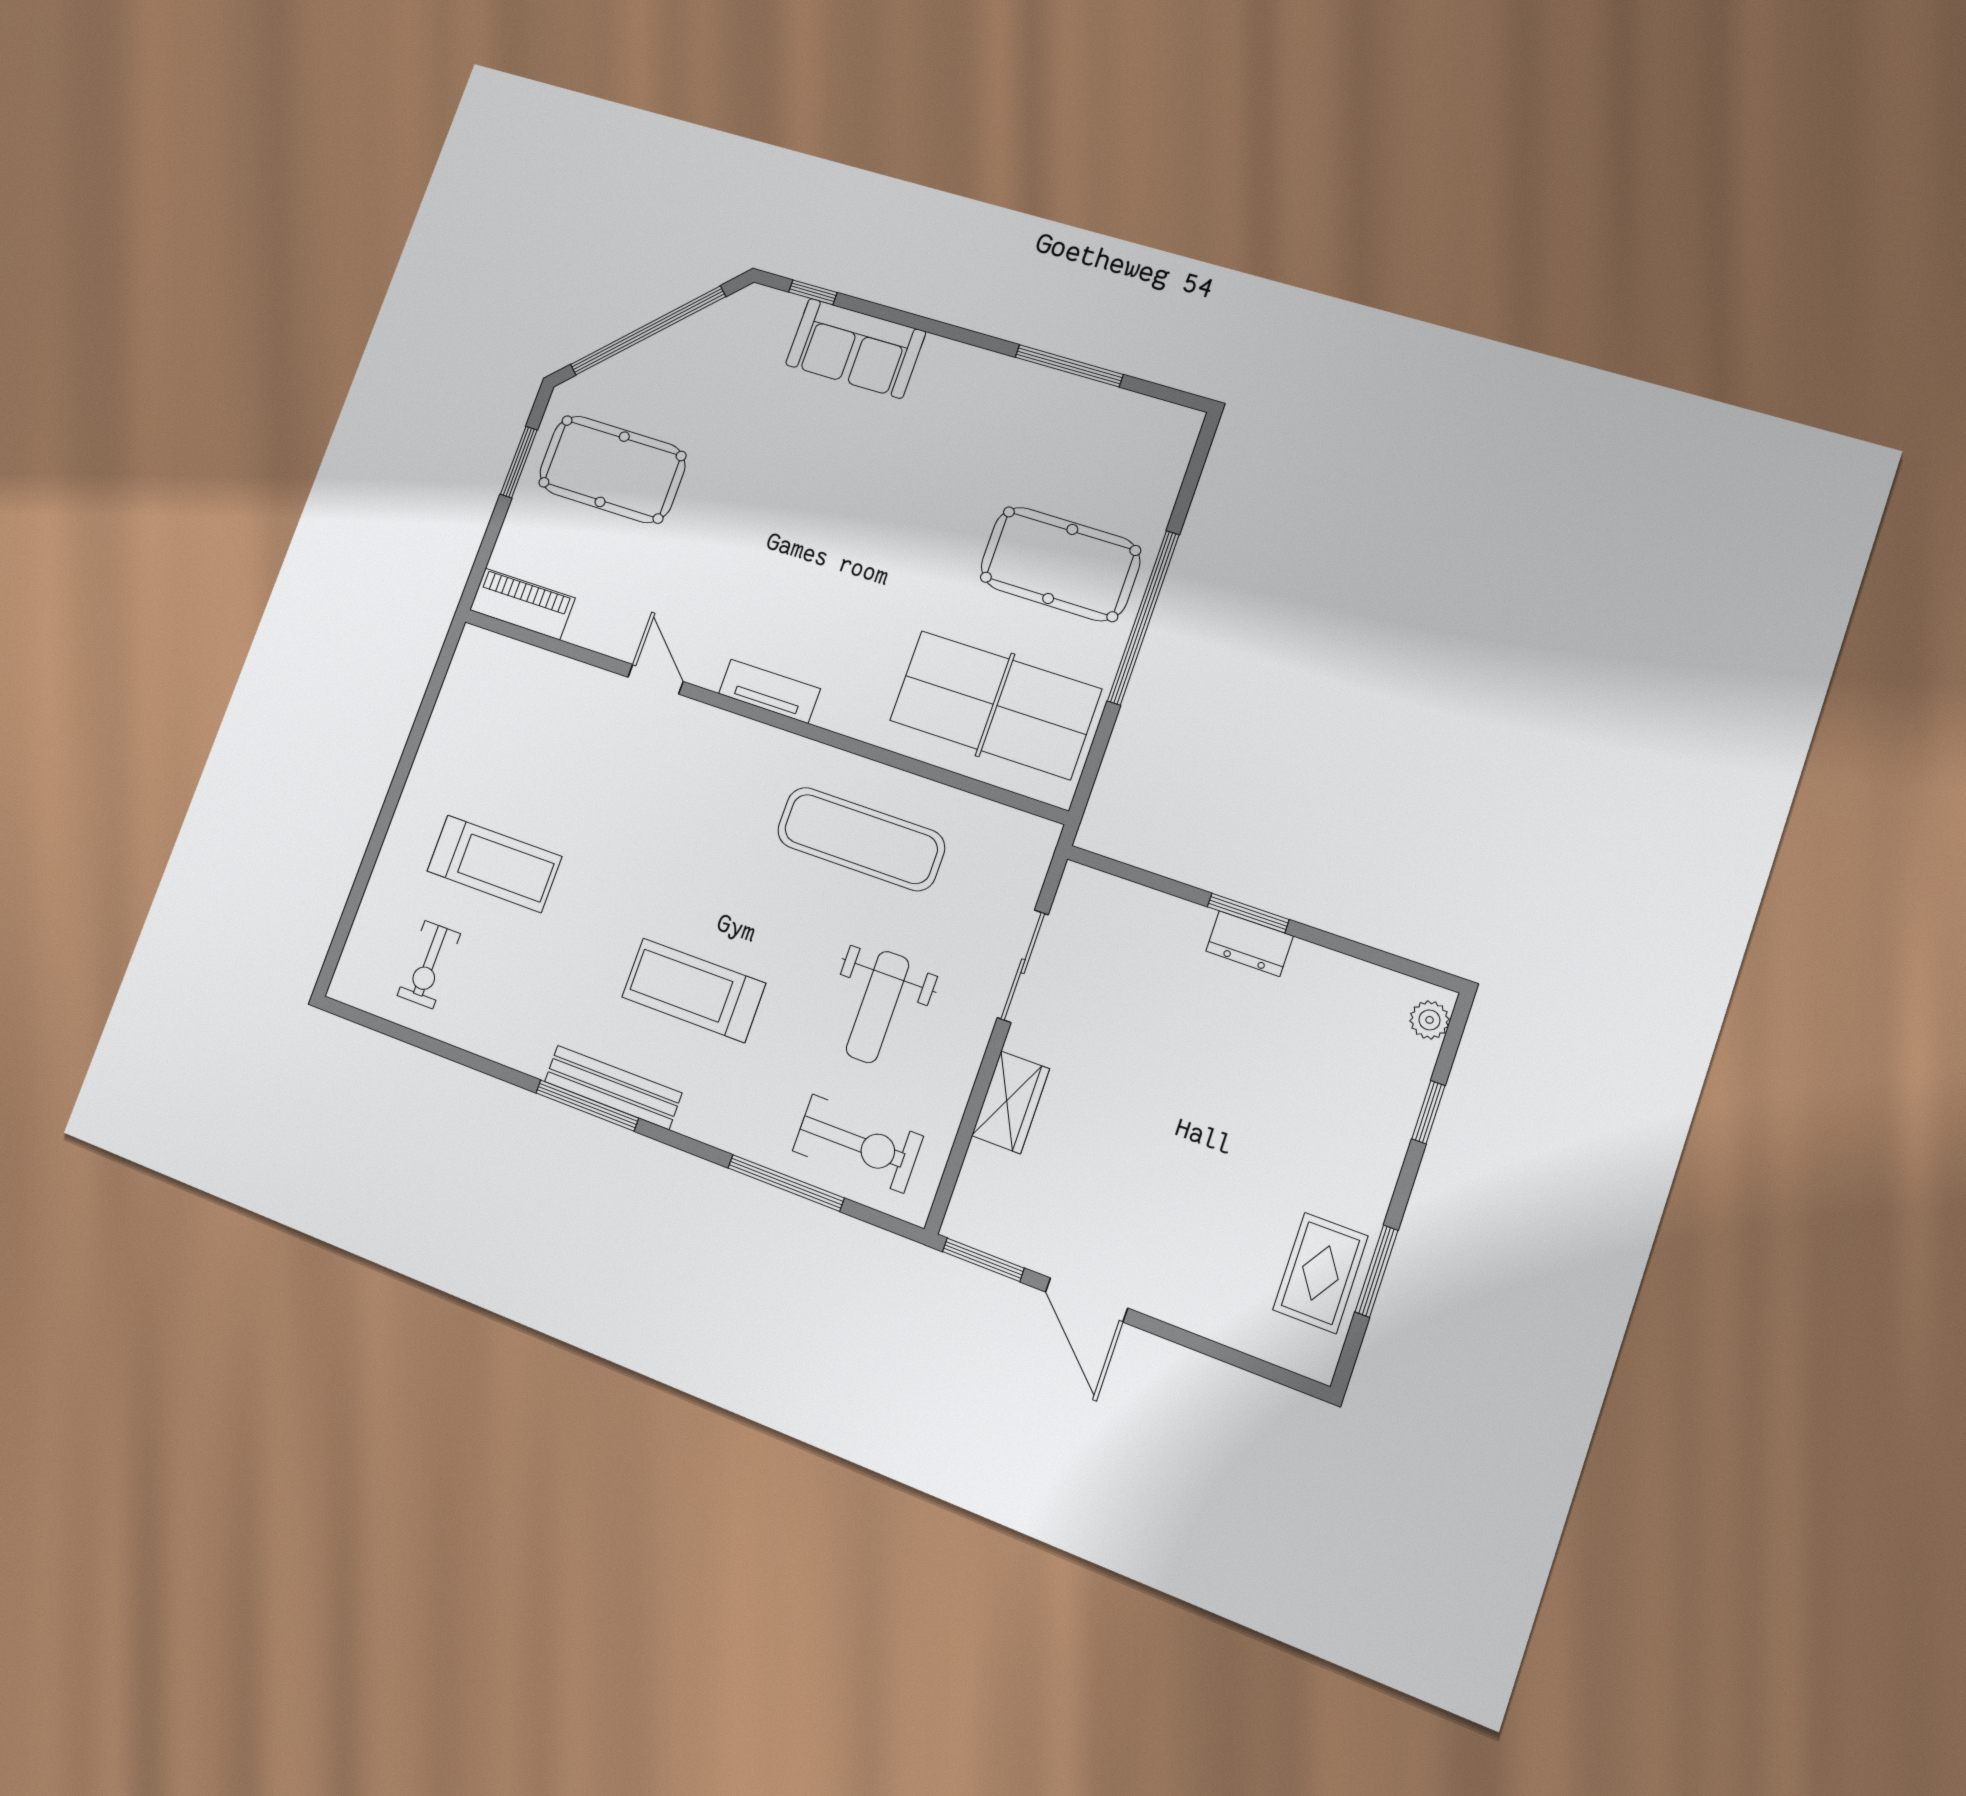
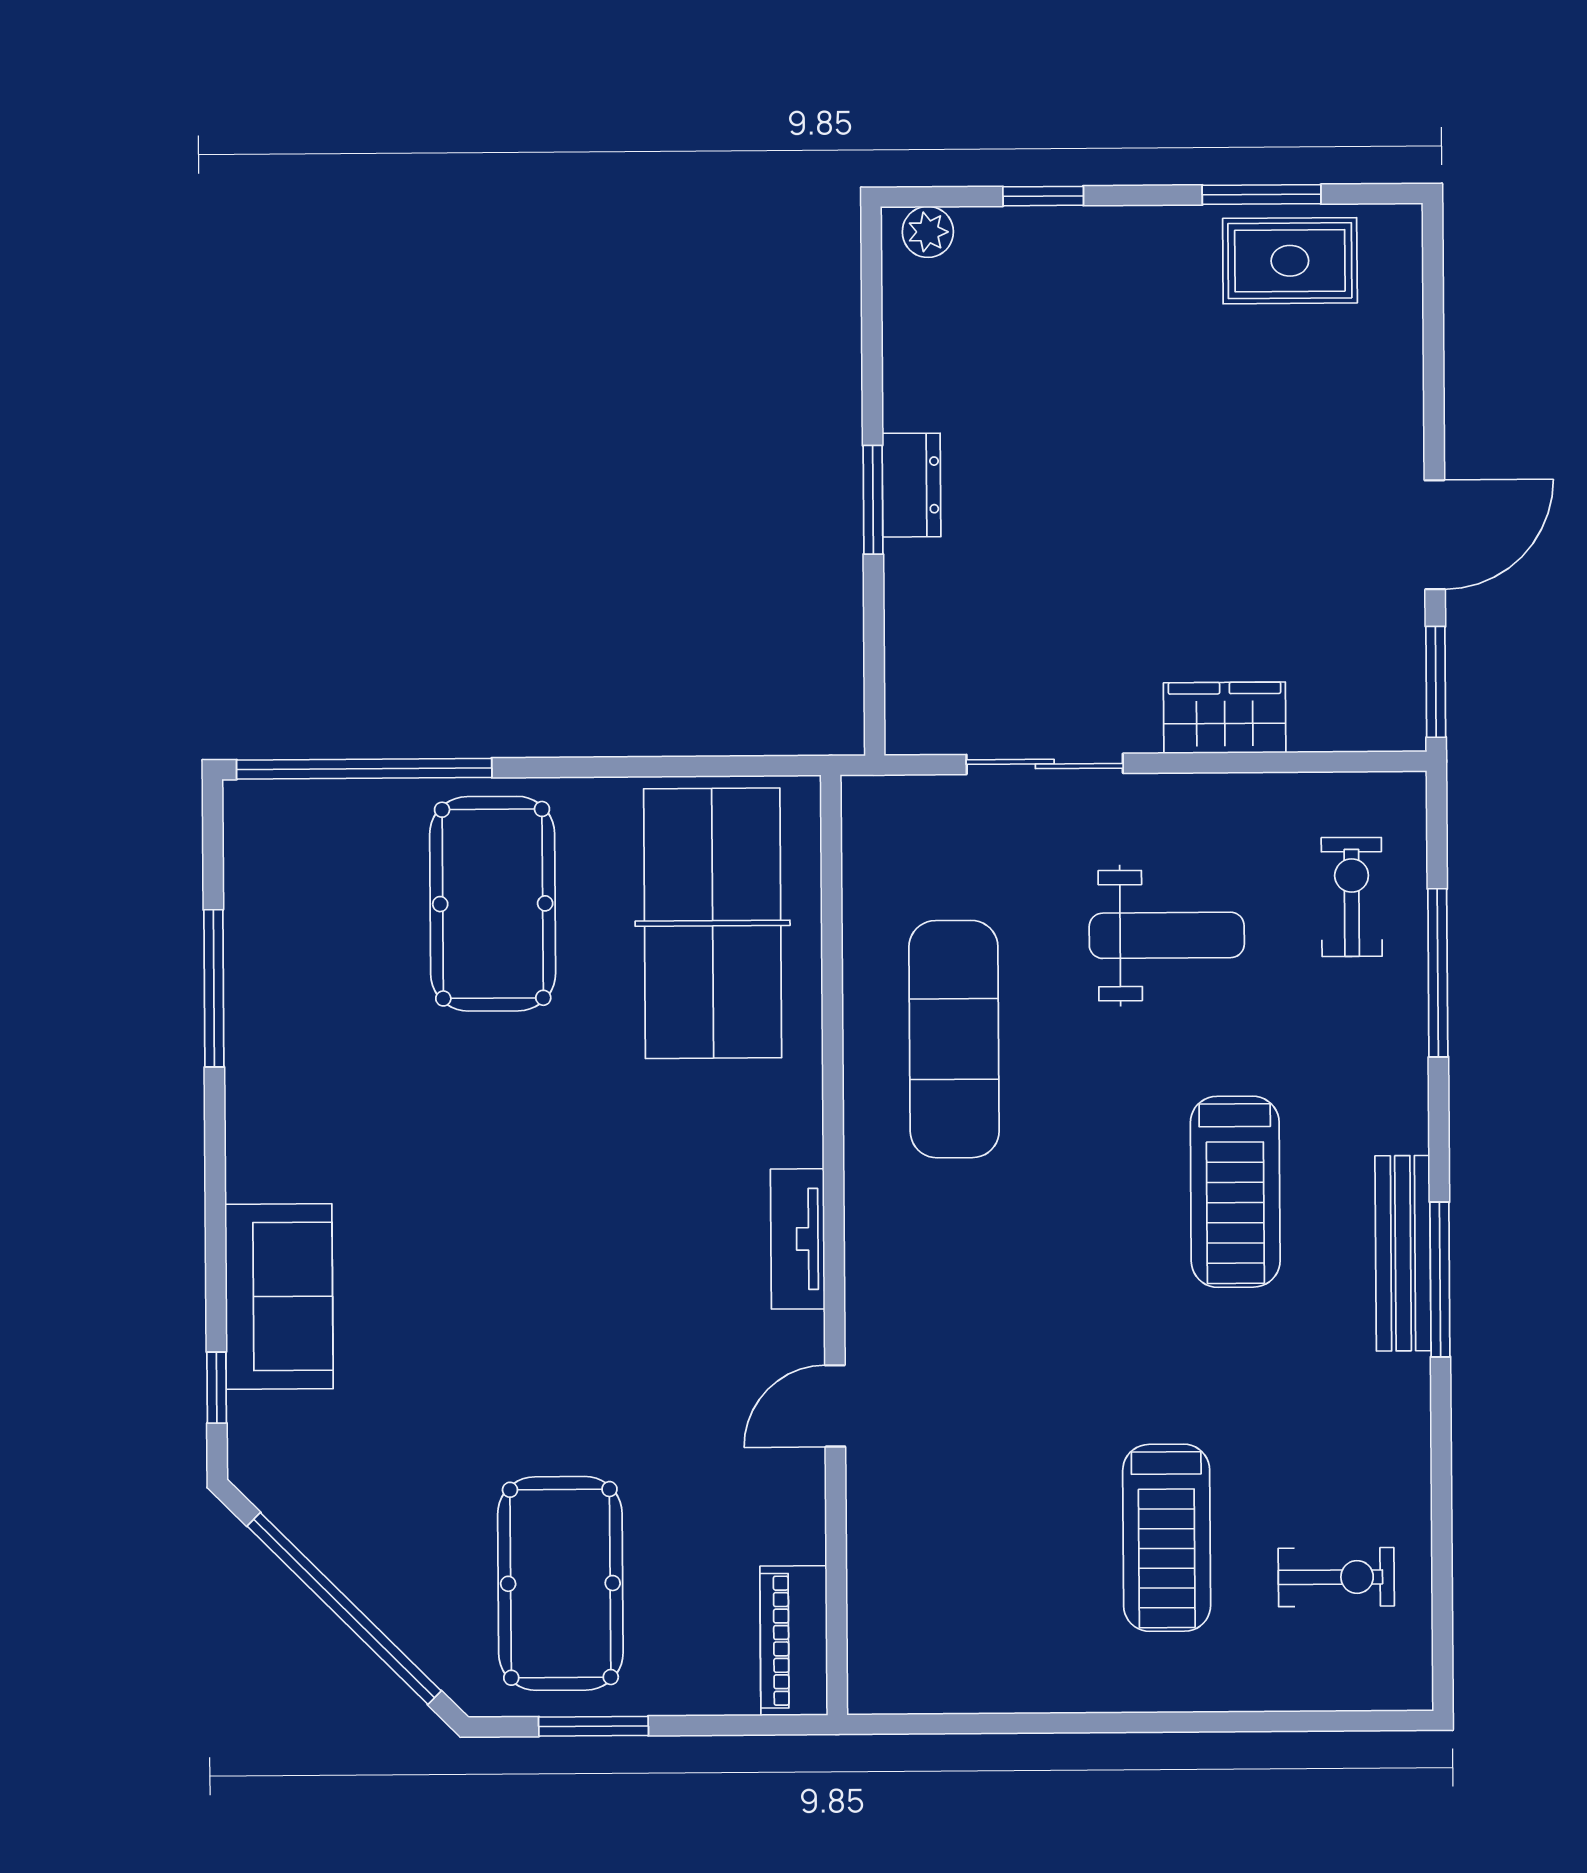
window: (1143, 618) -> (364, 769), moved
treadmill: (494, 864) -> (1167, 1538), turned 180
exercise bike: (858, 1143) -> (1352, 897), width x0.73, depth x0.72

